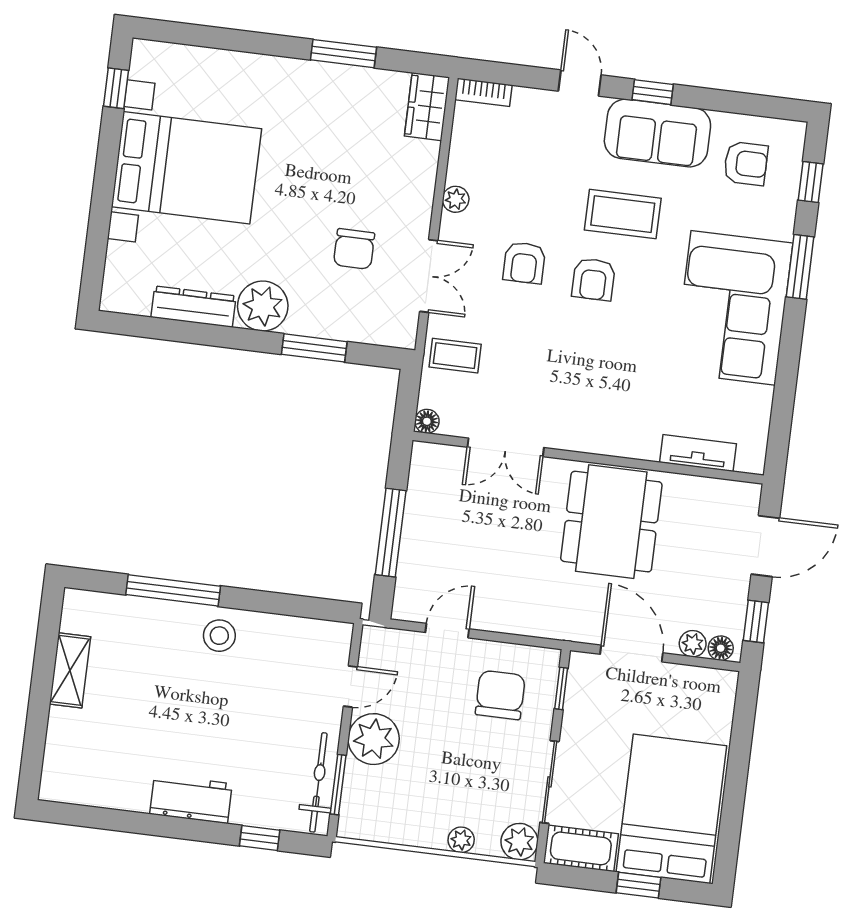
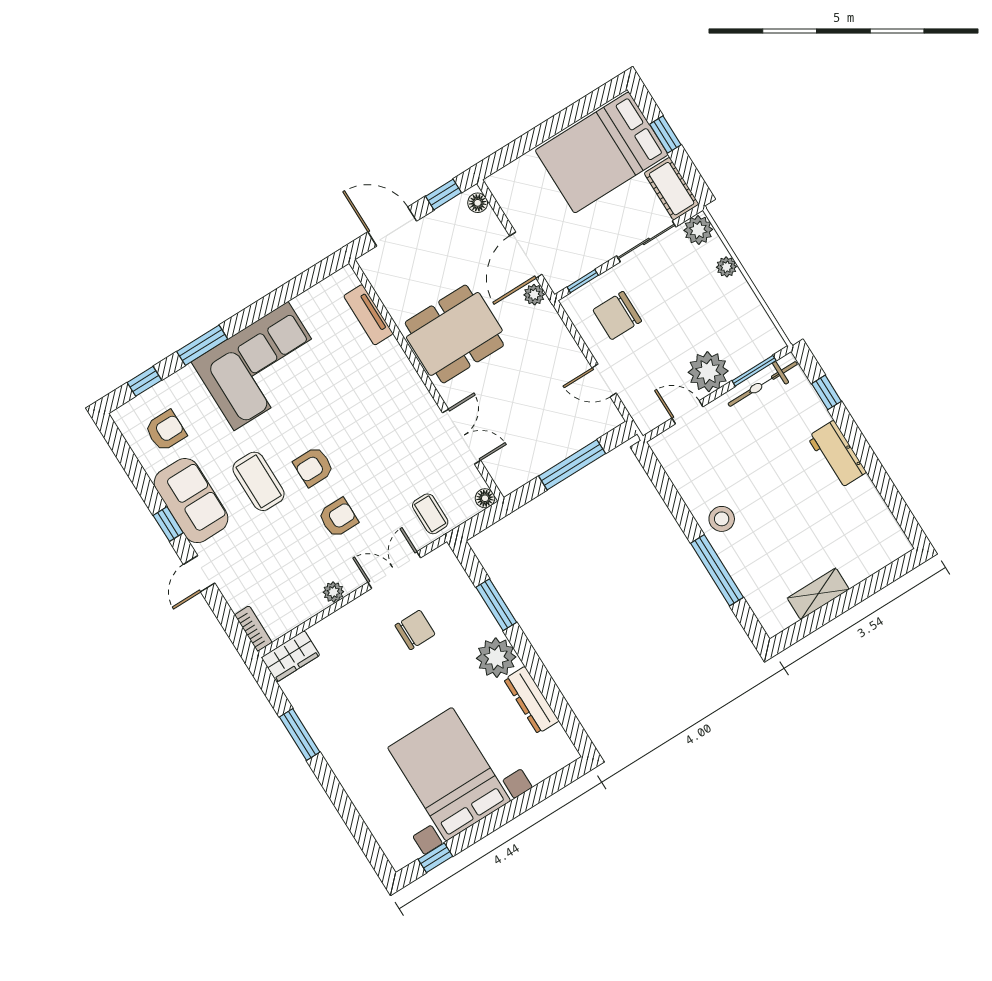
armchair: (746, 164) -> (166, 431), turned 90
armchair: (594, 279) -> (314, 467), turned 180
plant: (693, 644) -> (534, 295), moved

